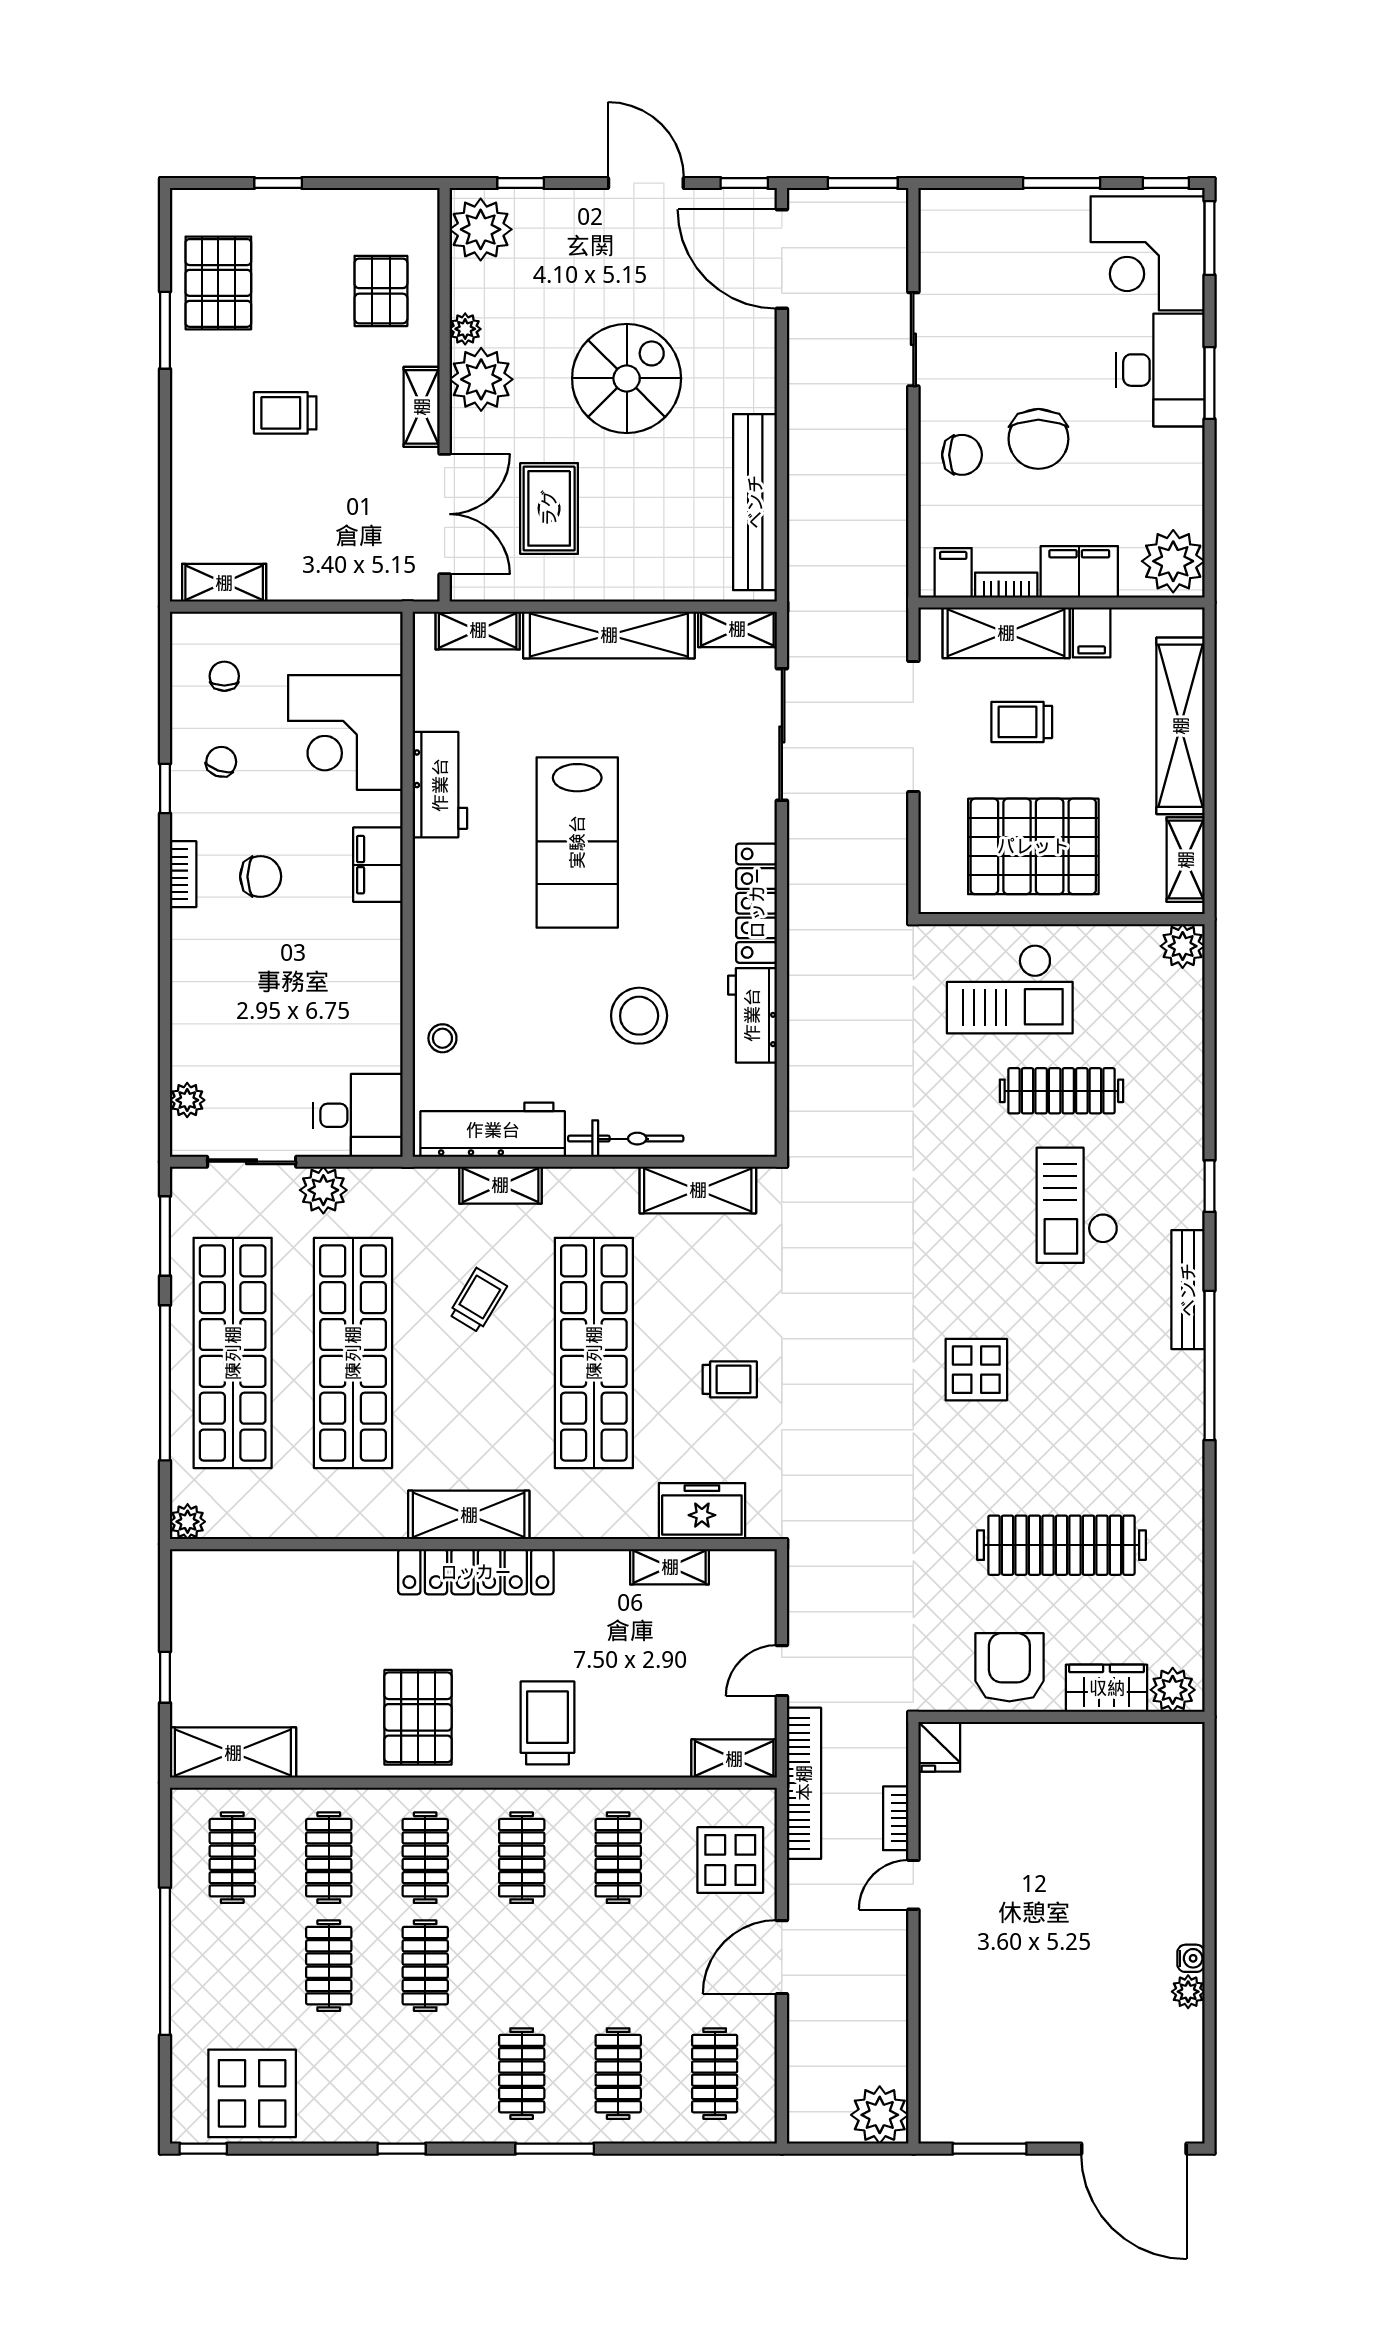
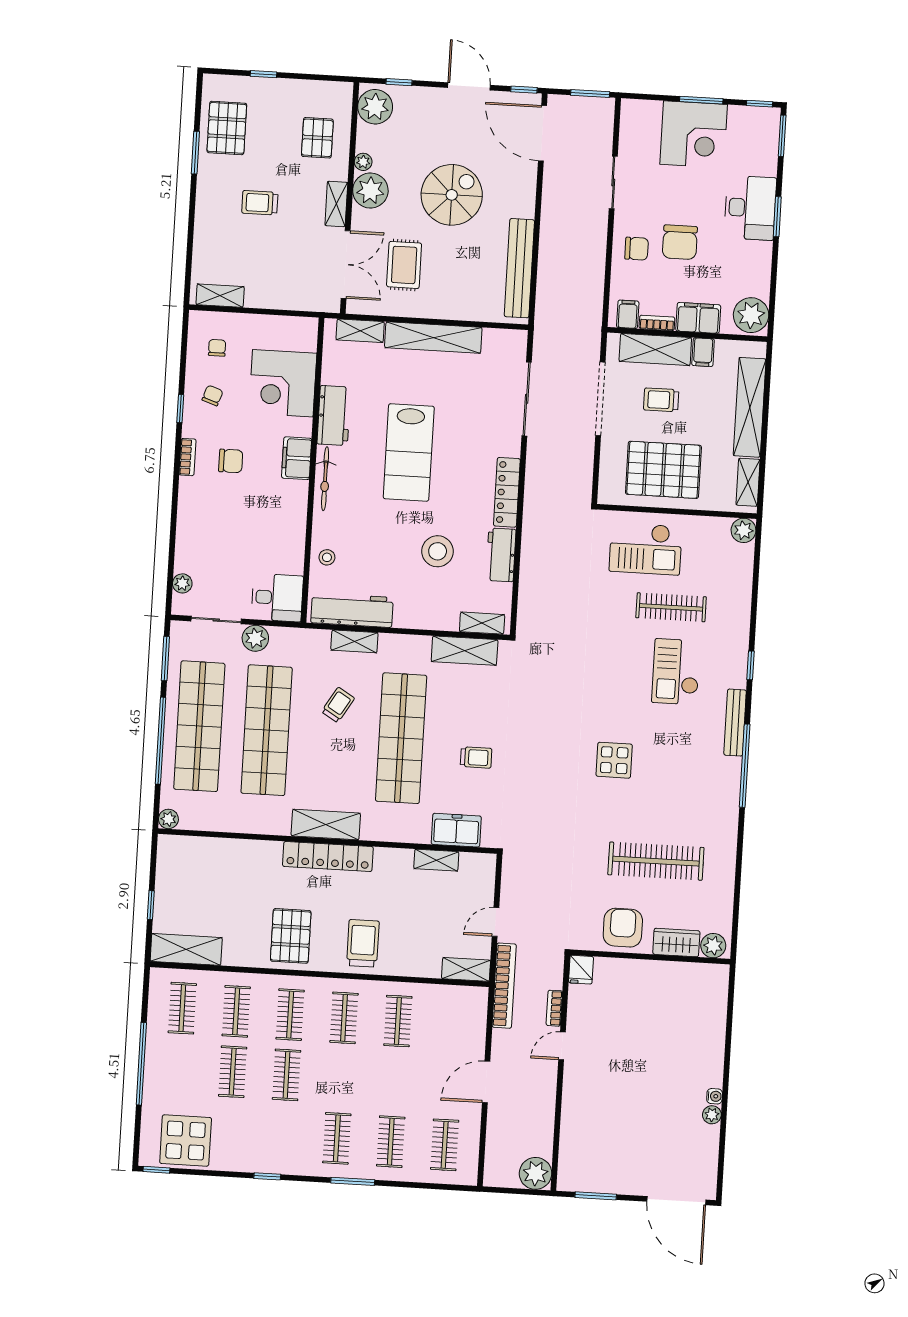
corner desk: (1148, 253) -> (694, 134), moved, turned -90
shelving: (737, 629) -> (482, 623), moved
bicycle: (626, 1139) -> (325, 479), moved, turned 90
display table: (730, 1860) -> (460, 1026), removed

